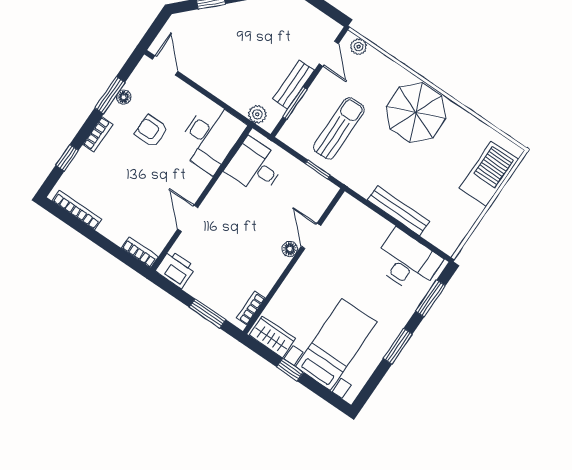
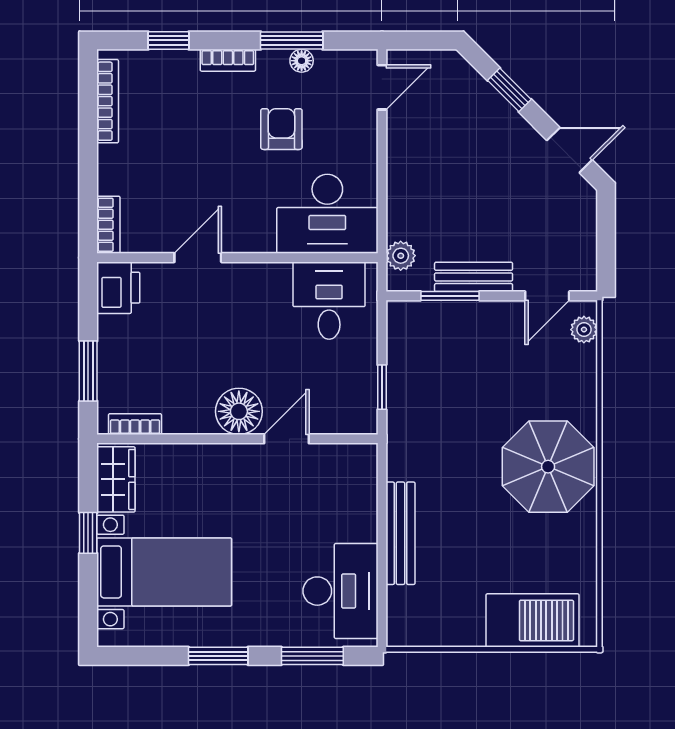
sun lounger: (339, 128) -> (456, 378), removed
floor lamp: (290, 249) -> (239, 411), width x1.89, depth x1.89

